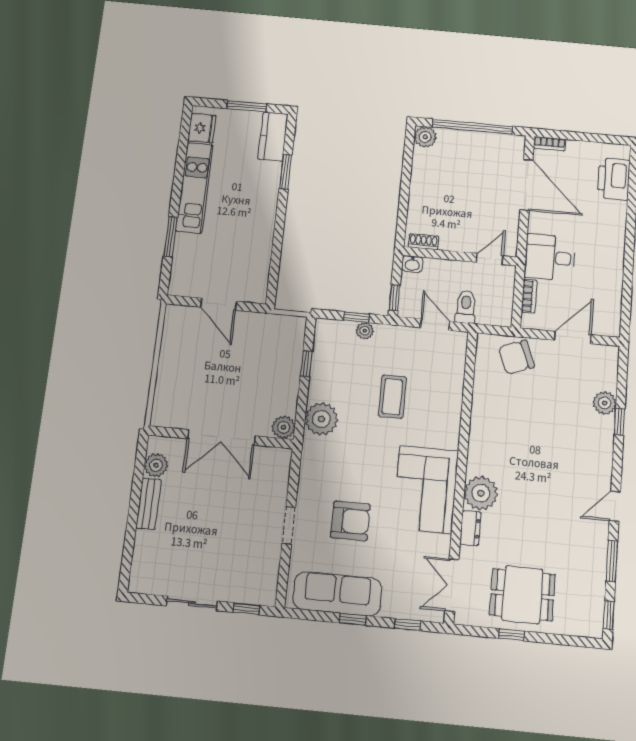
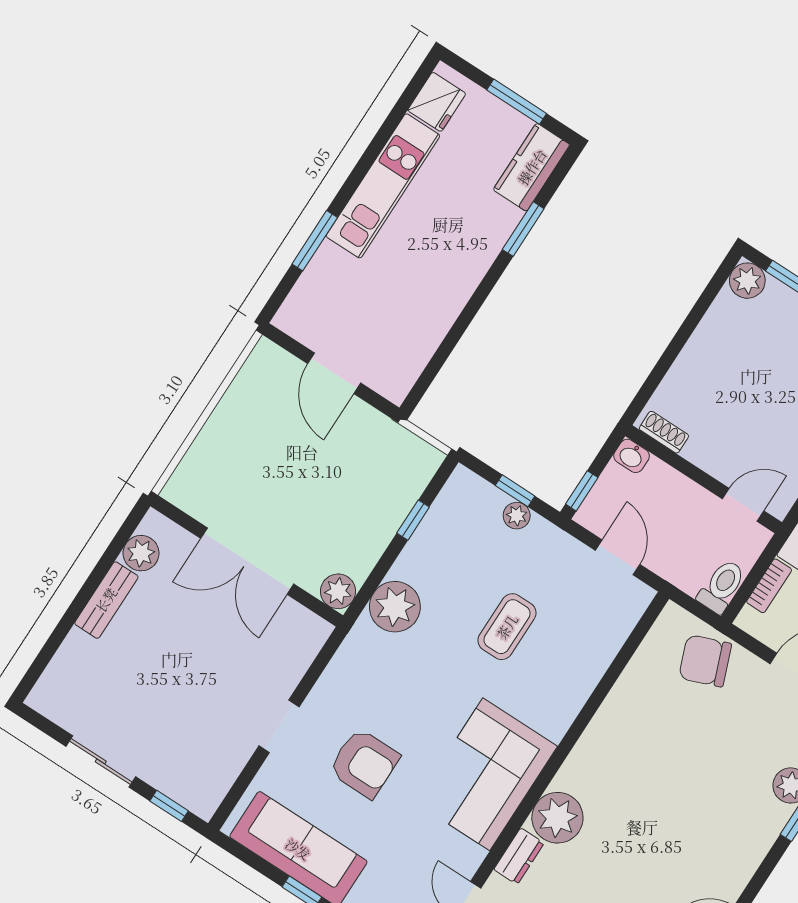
toilet: (466, 307) -> (722, 586), moved

